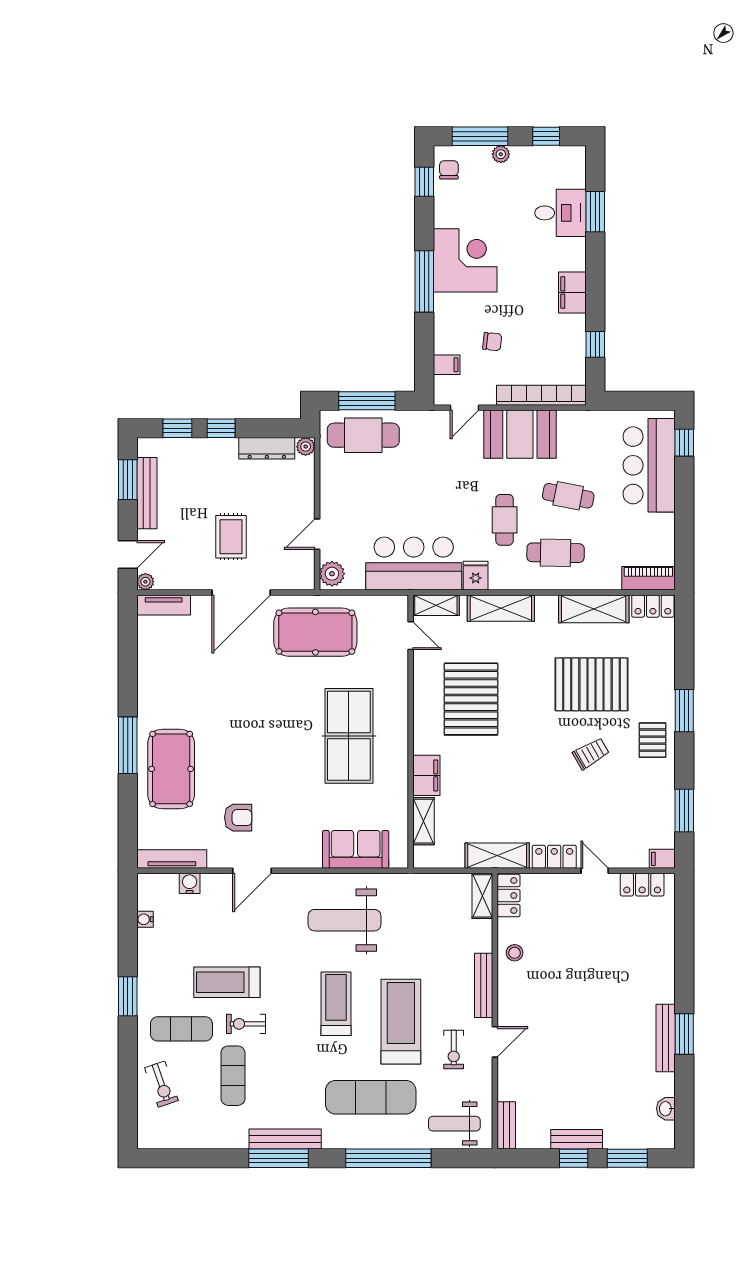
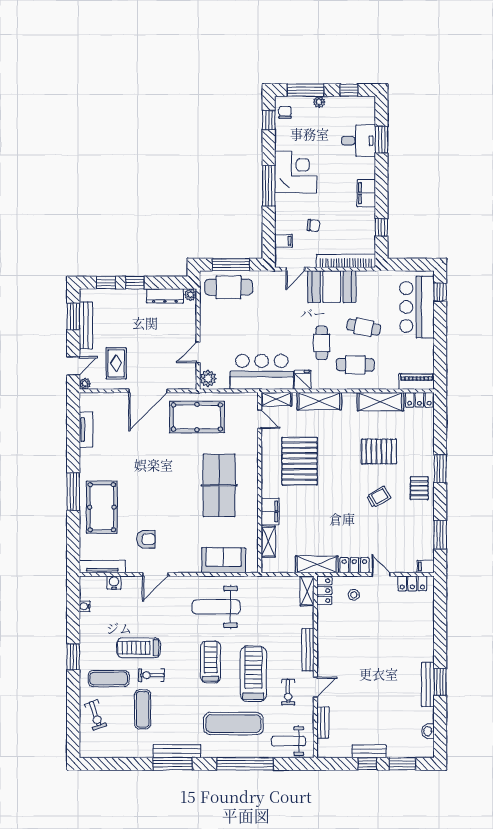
rug: (231, 537) -> (116, 363), moved
tv unit: (164, 605) -> (86, 430), moved, turned -90
pallet: (591, 684) -> (379, 451), width x0.73, depth x0.71
stool: (515, 953) -> (354, 595), moved
bench: (506, 1125) -> (323, 722), moved

